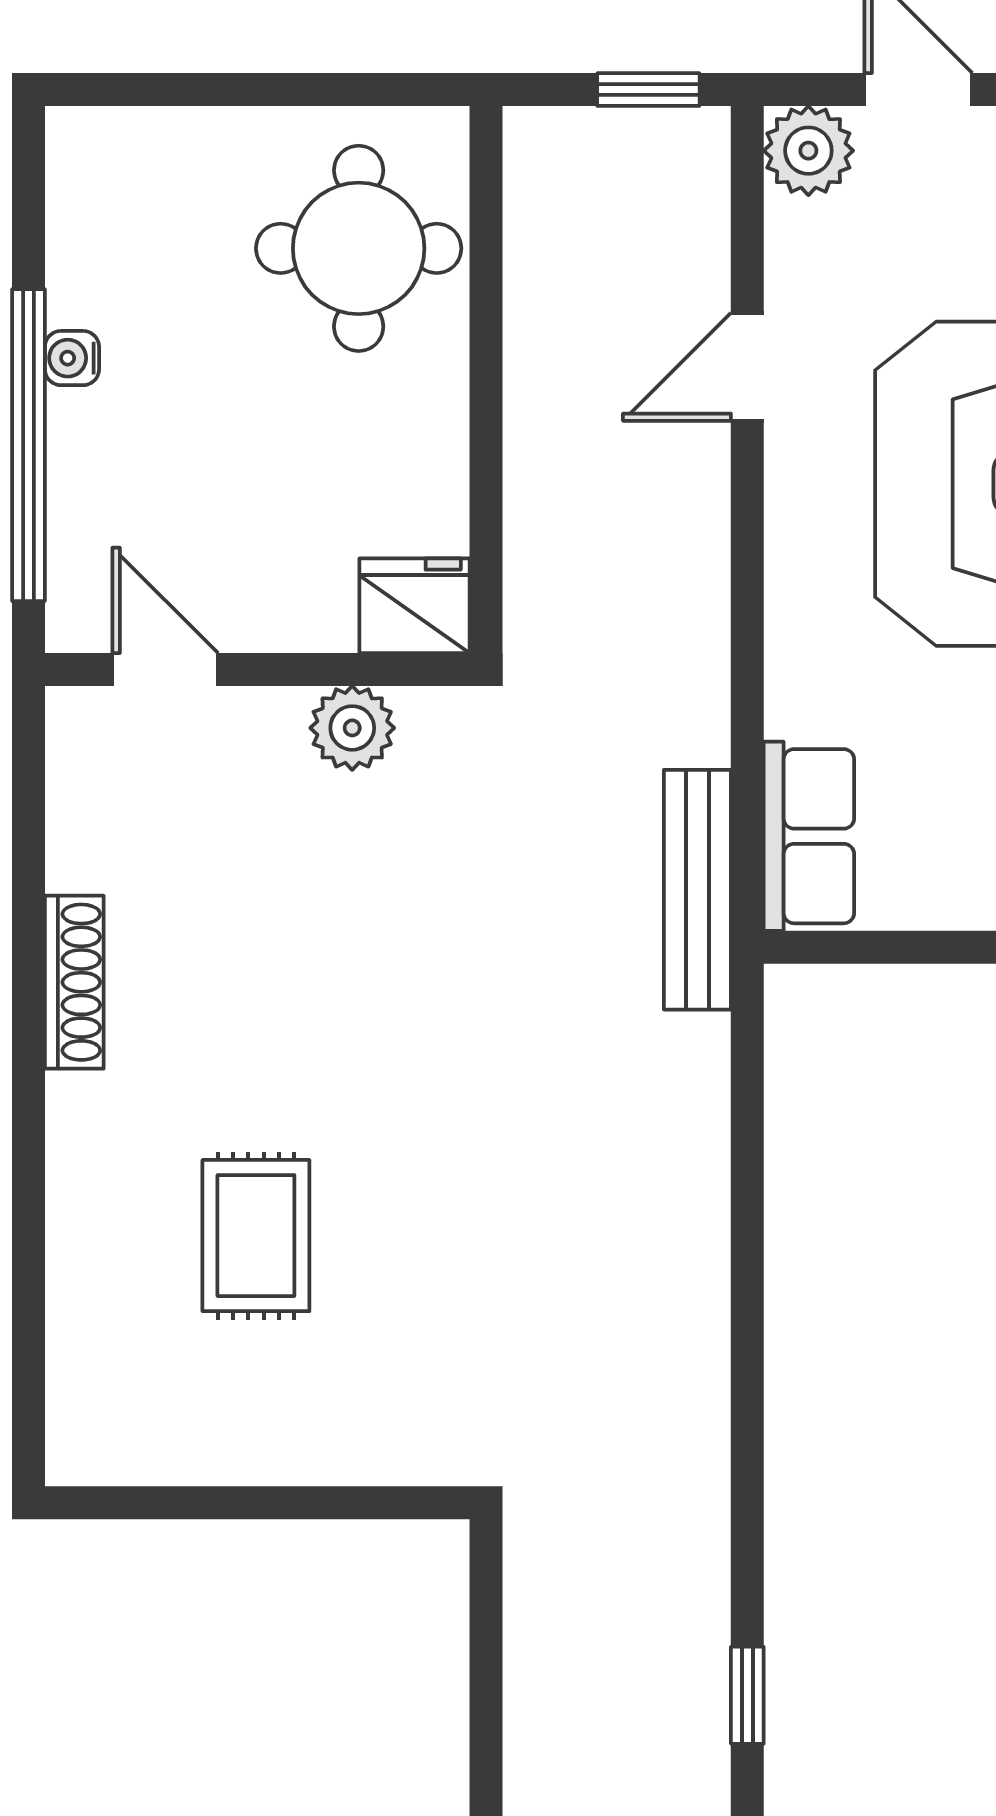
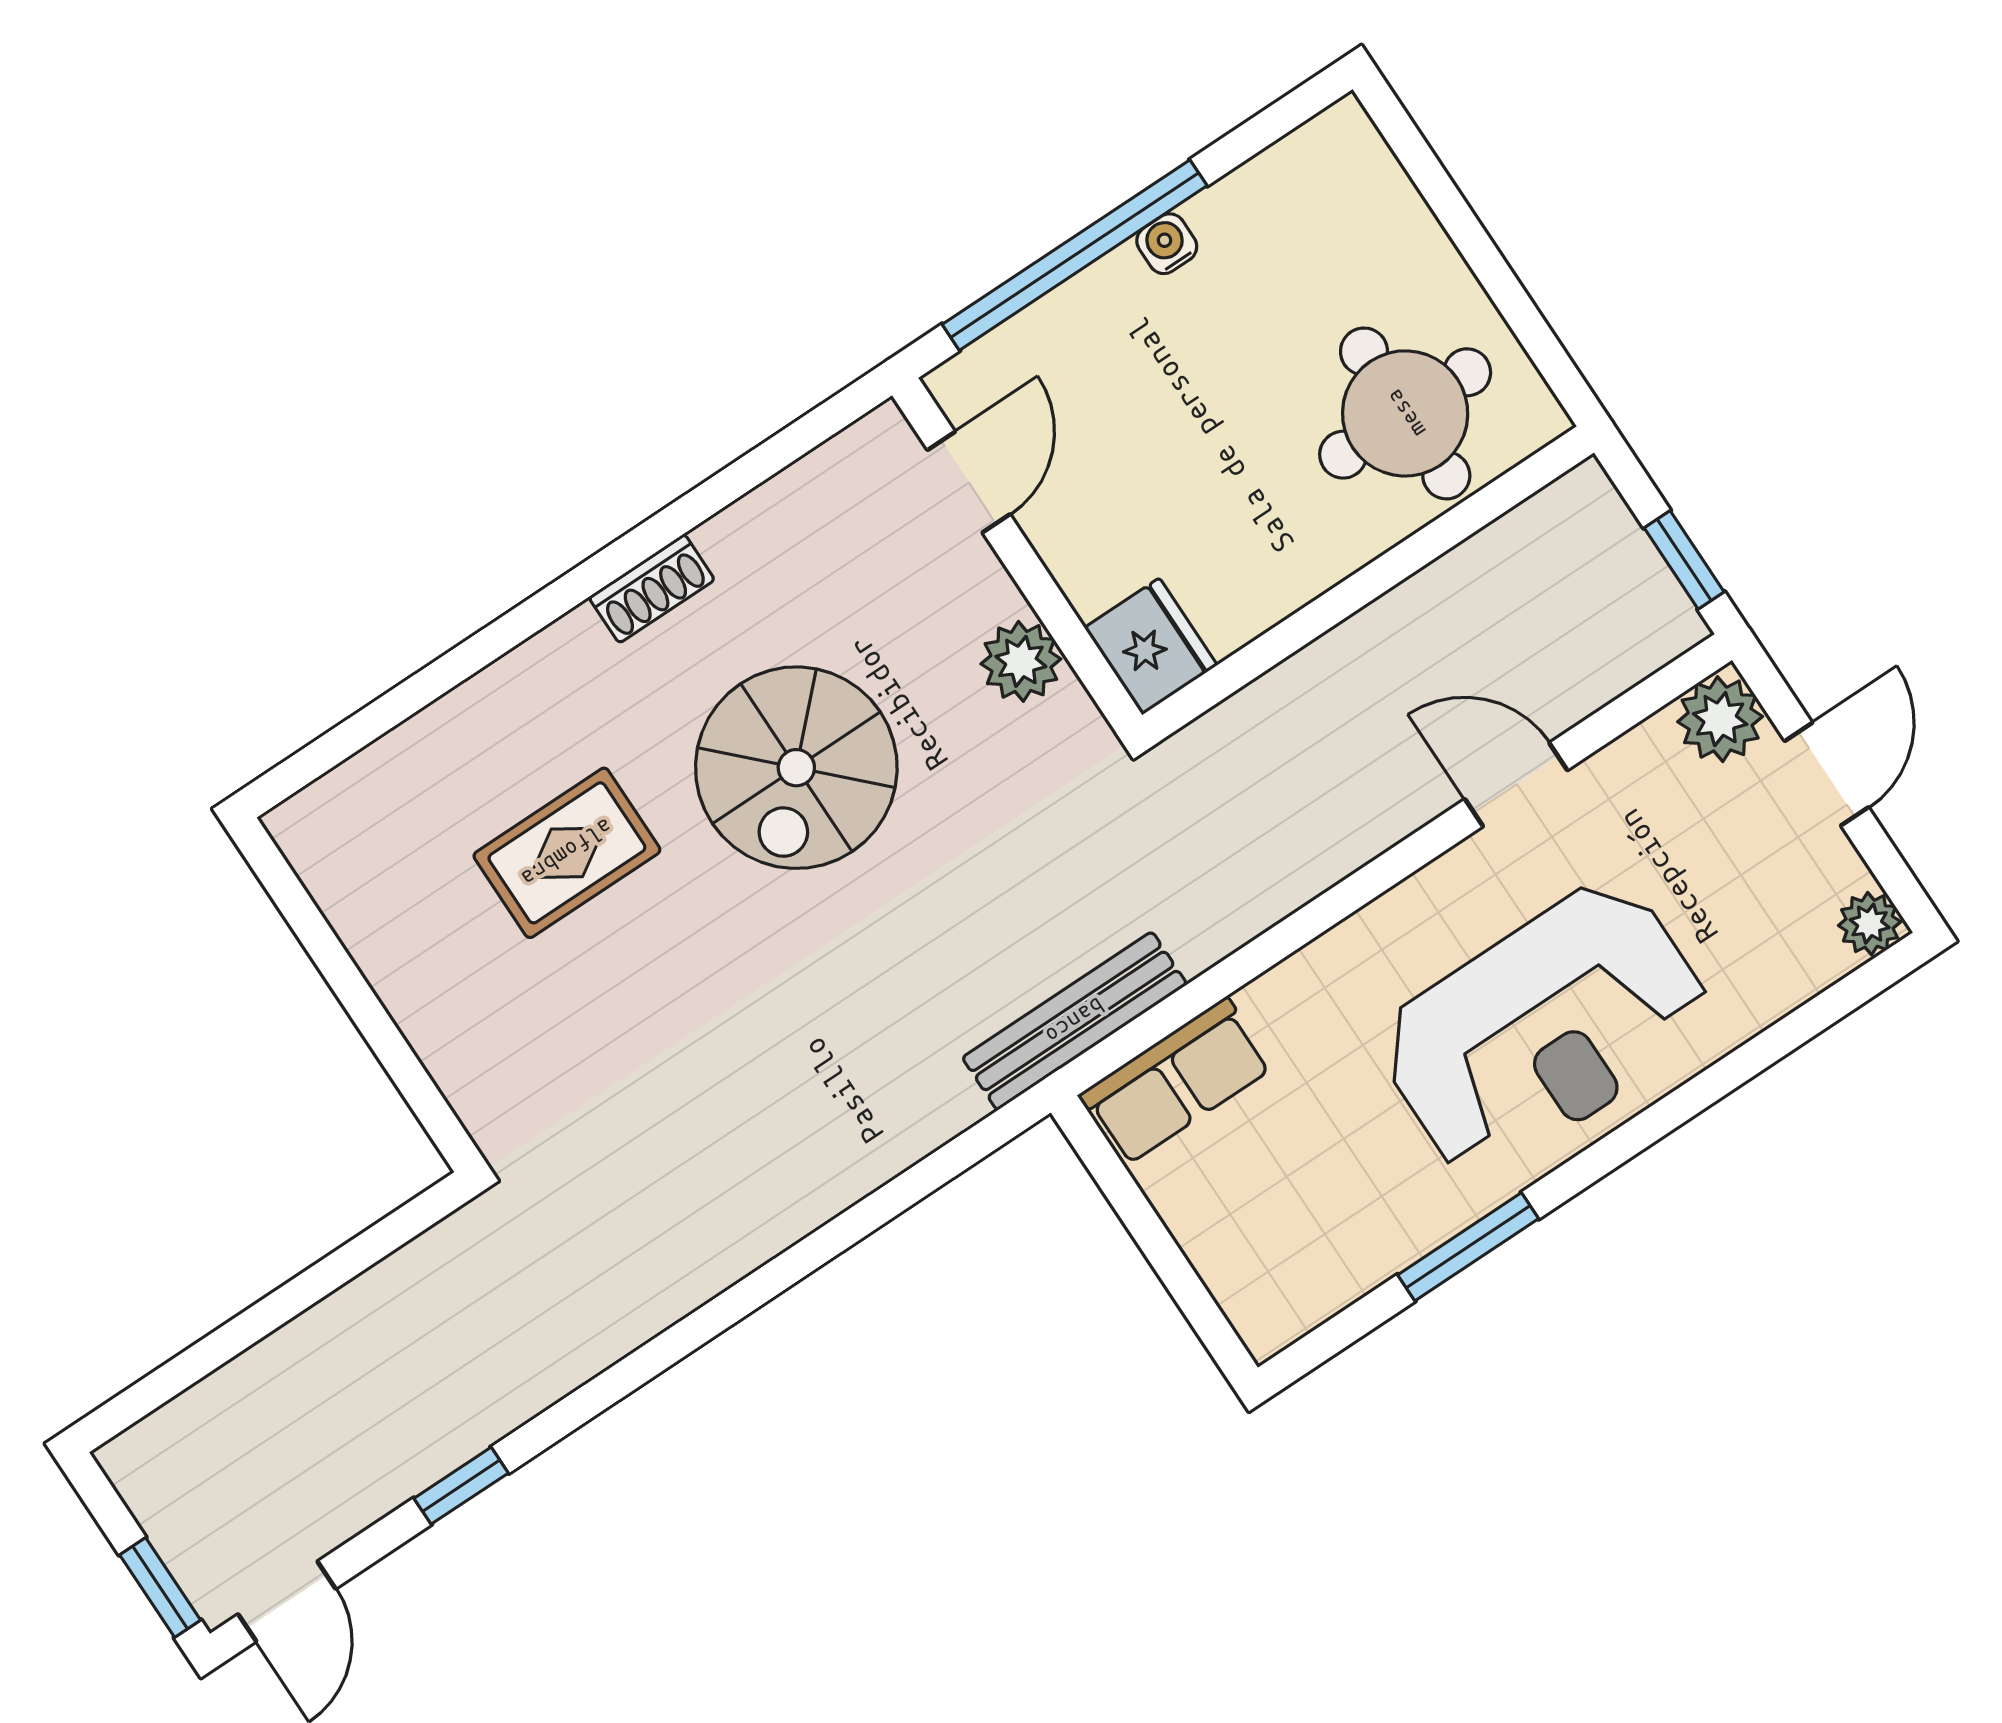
shoe rack: (74, 982) -> (652, 589), width x0.70
spiral stairs: (315, 986) -> (796, 768), added

